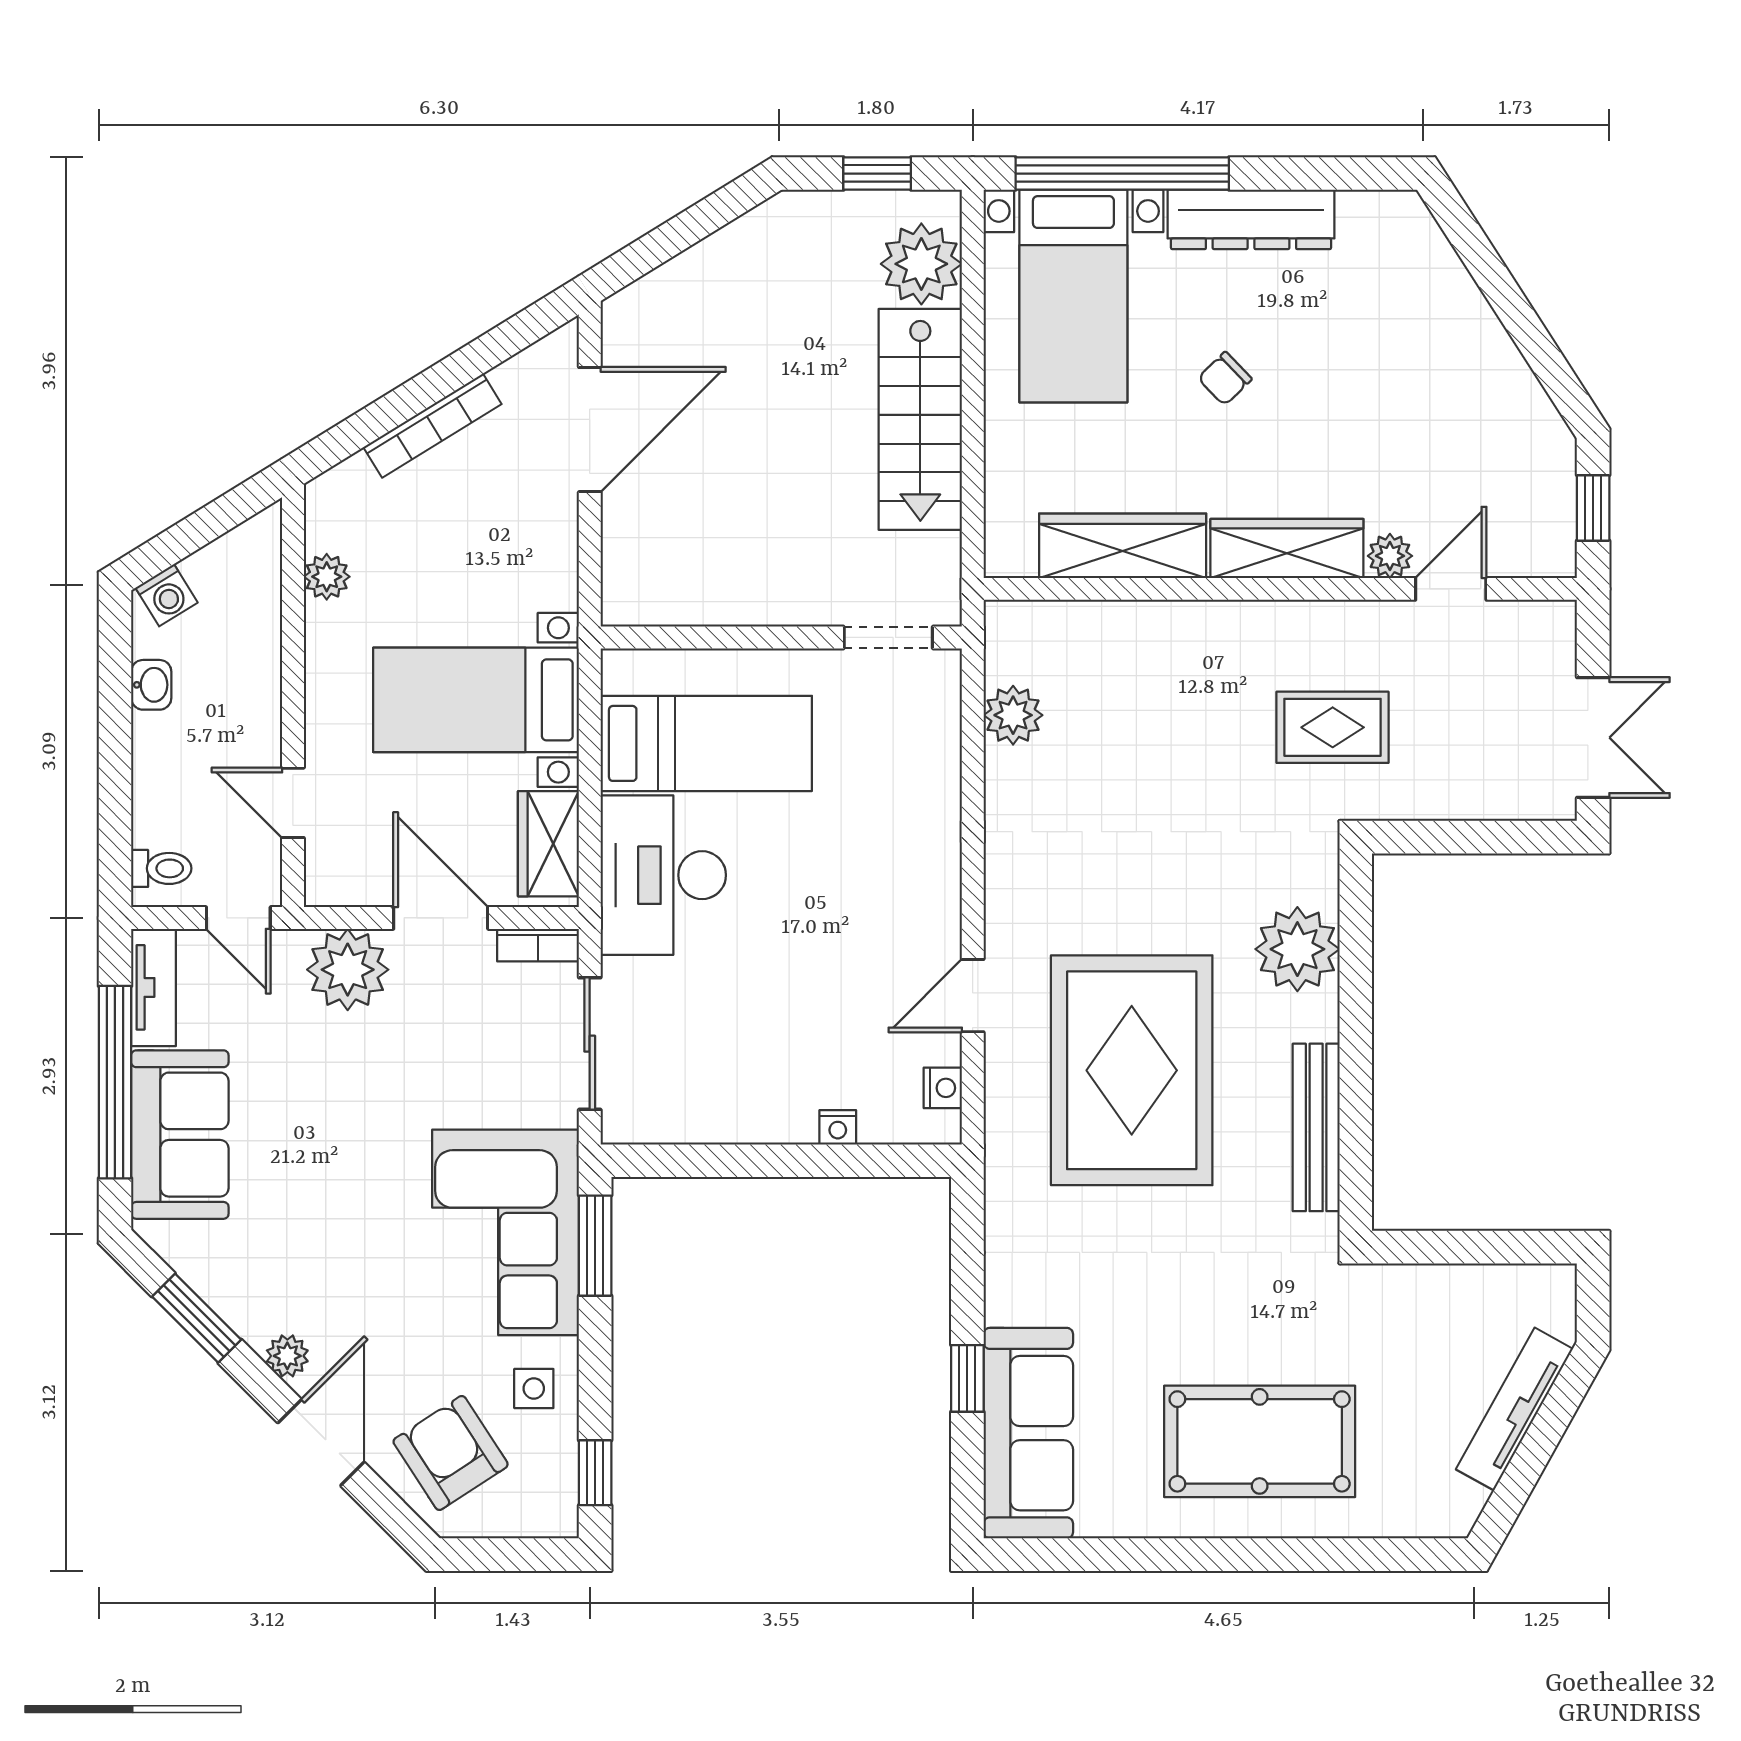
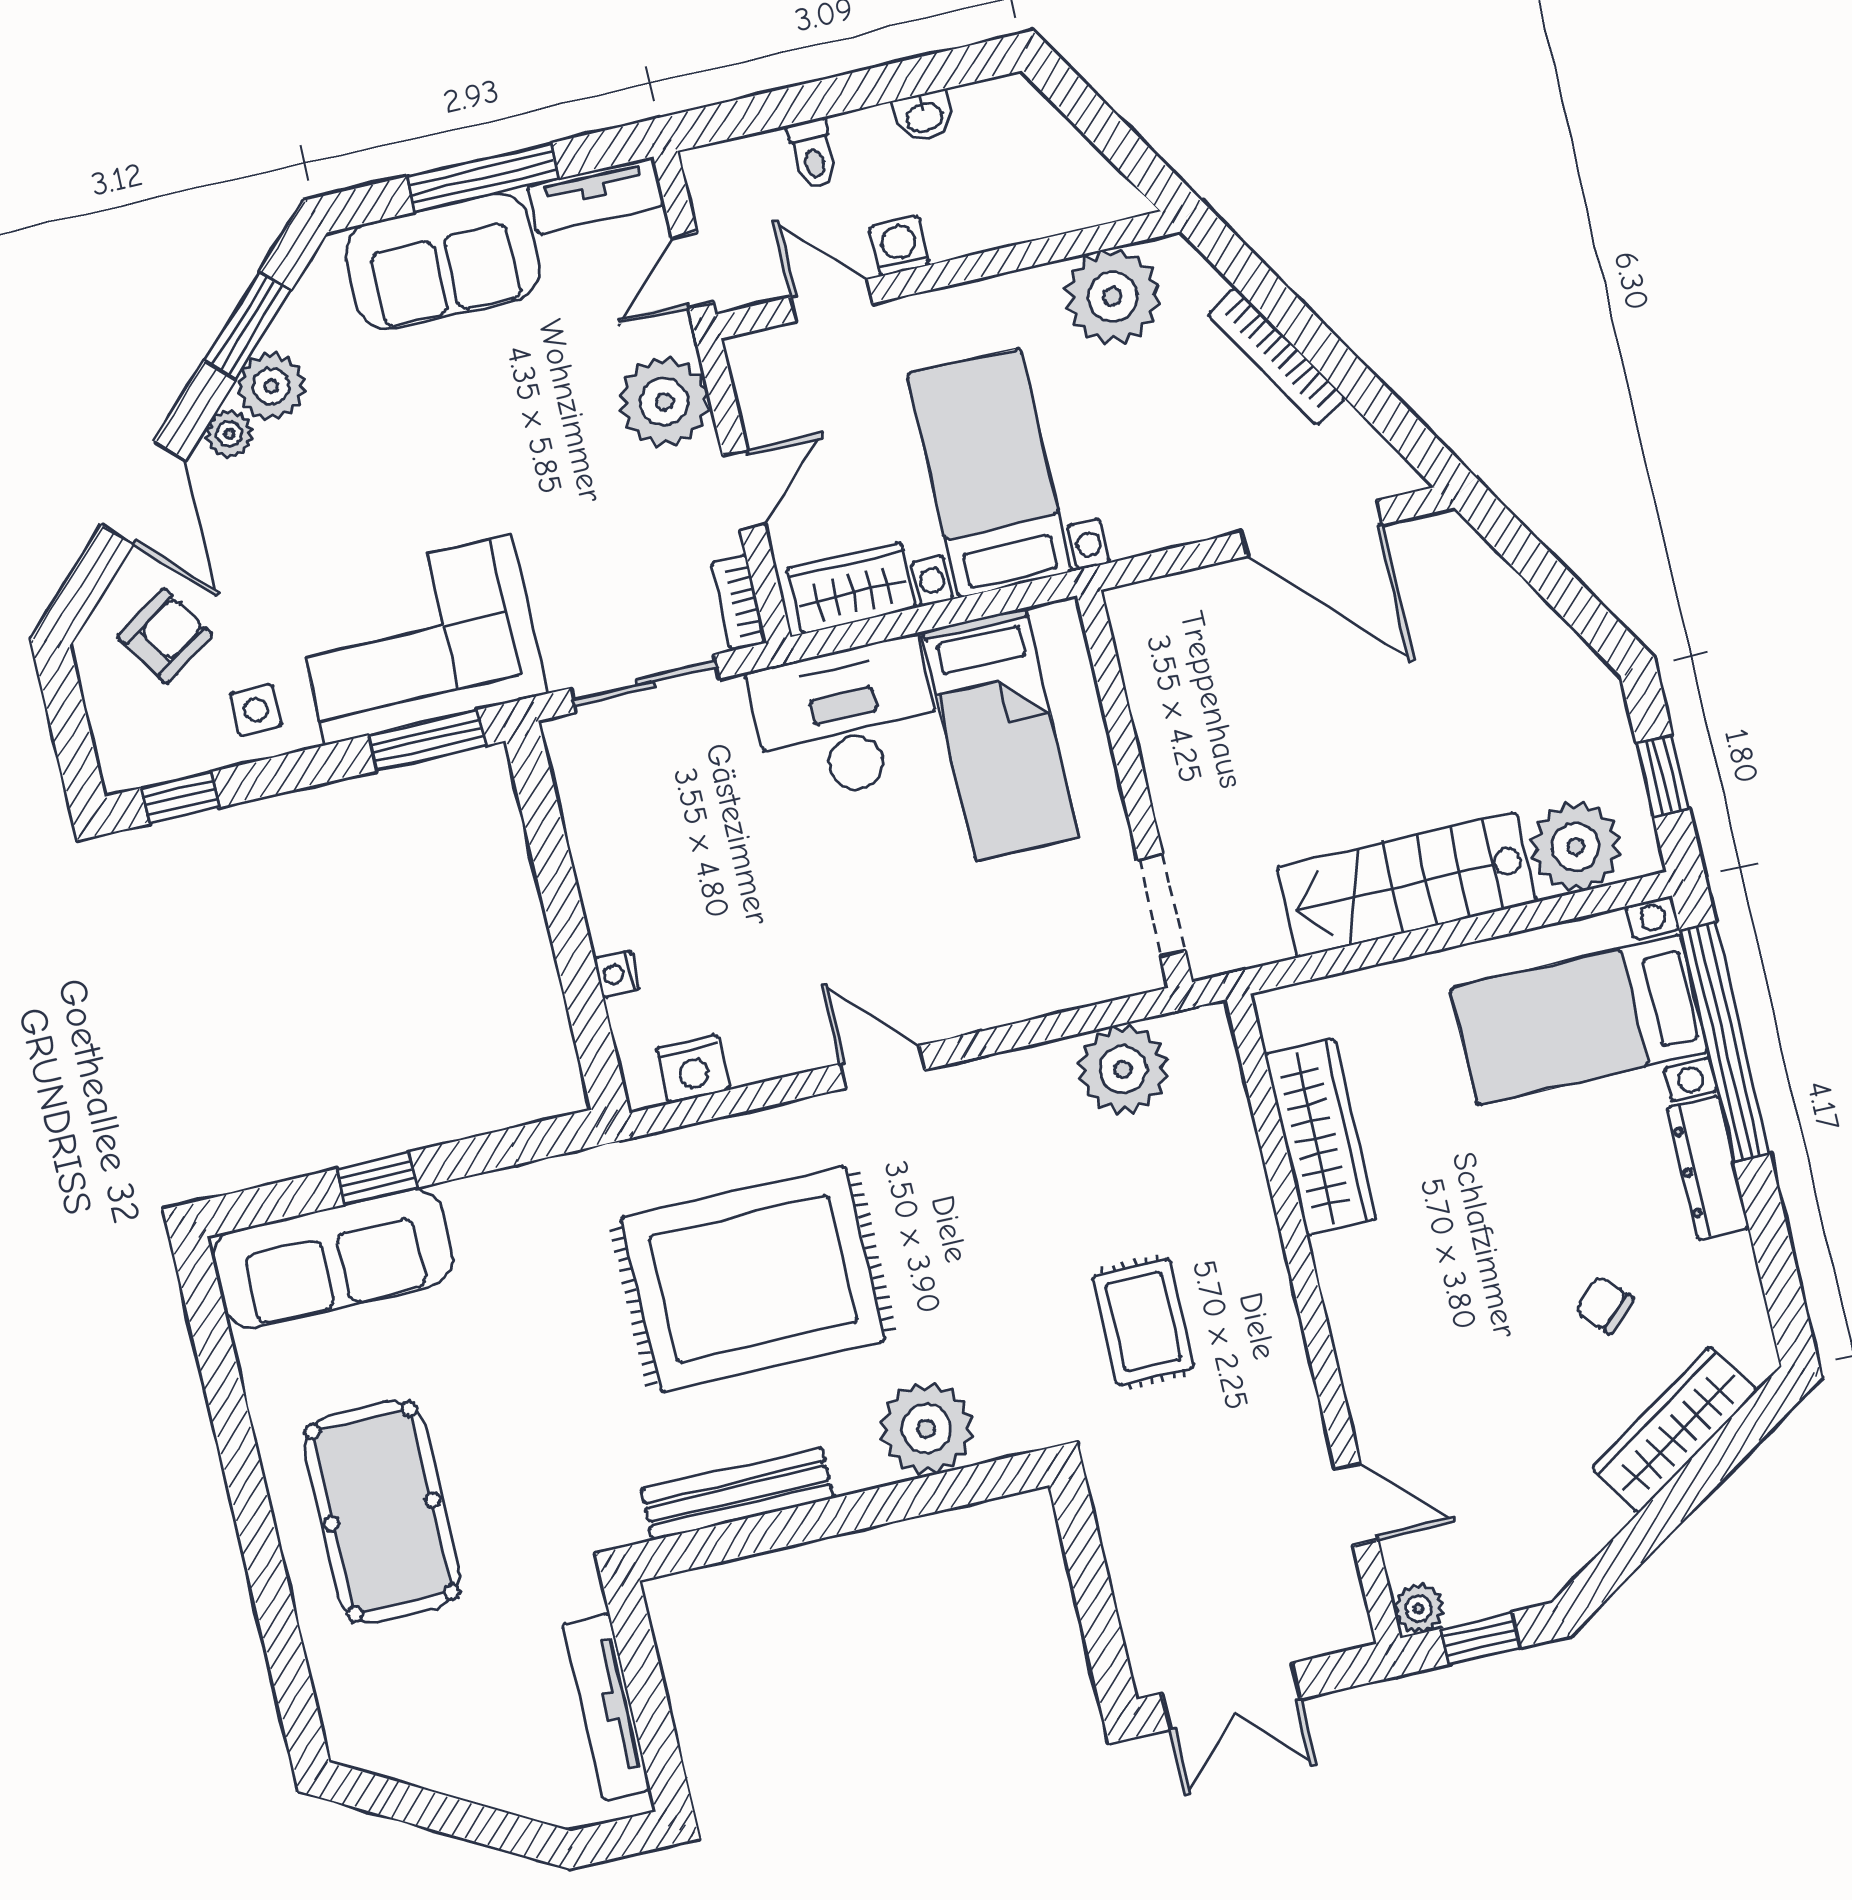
dresser: (1251, 219) -> (1708, 1168), width x0.73, depth x0.80
chair: (1225, 379) -> (1604, 1305), moved
wardrobe: (1287, 549) -> (1674, 1430), moved, turned -123
plant: (1390, 556) -> (1419, 1609), moved
plant: (327, 577) -> (1112, 296), width x1.87, depth x1.87
washing machine: (167, 595) -> (899, 246), moved, turned 122
plant: (1013, 715) -> (1123, 1069), width x1.36, depth x1.36
rug: (1333, 727) -> (1143, 1322), moved
door: (293, 803) -> (831, 300), hinge flipped
toilet: (161, 868) -> (813, 154), moved
door: (441, 918) -> (744, 490), width x0.73
door: (973, 996) -> (882, 1067), moved
window: (115, 1082) -> (483, 177), width x0.68
nightstand: (943, 1088) -> (693, 1069), width x1.39, depth x1.35
plant: (254, 1309) -> (271, 386), added
tv unit: (1514, 1409) -> (606, 1707), moved, turned -119
door: (321, 1443) -> (144, 492), hinge flipped
armchair: (451, 1453) -> (165, 636), width x0.72, depth x0.72

